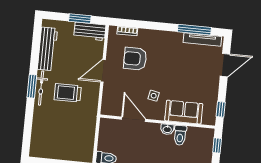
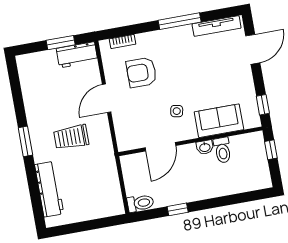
window: (194, 30) -> (180, 21), moved
workbench: (47, 49) -> (49, 189), moved
bicycle: (41, 88) -> (37, 140), removed
door: (134, 119) -> (160, 147), swing flipped

